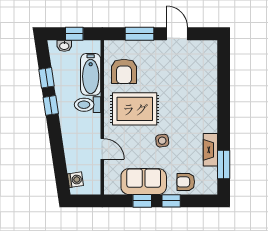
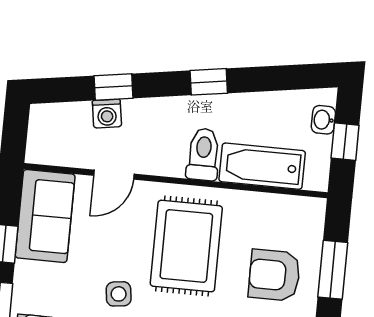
armchair: (124, 71) -> (274, 275), moved
window: (47, 78) -> (114, 87), moved
washing machine: (75, 180) -> (107, 114), moved
sofa: (144, 182) -> (45, 216), moved

